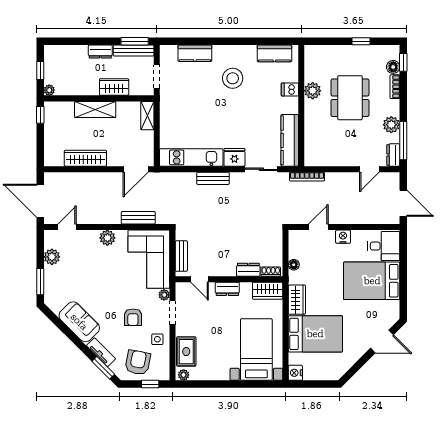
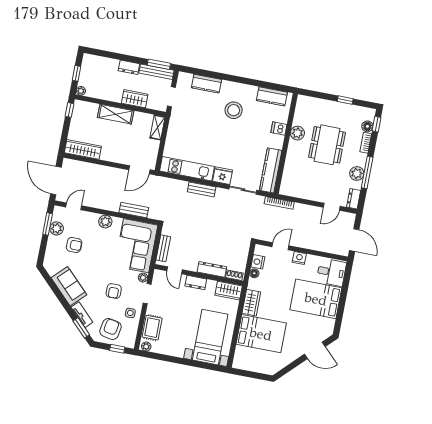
window: (403, 141) -> (367, 172), moved
wardrobe: (85, 158) -> (83, 149), moved
dresser: (248, 270) -> (212, 269), width x1.44
armchair: (76, 272) -> (74, 245), added
window: (40, 282) -> (48, 224), moved
nightstand: (295, 373) -> (258, 262), moved

